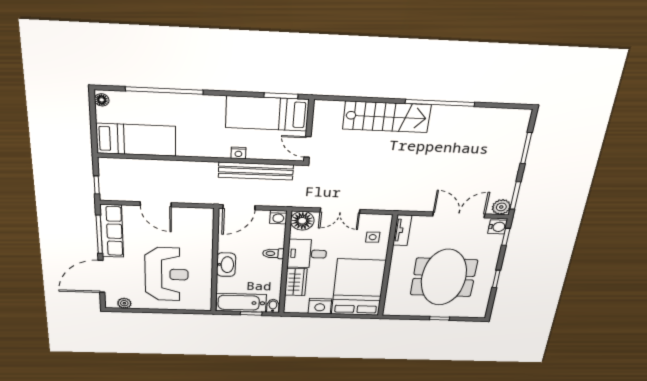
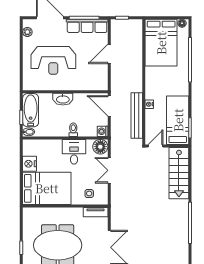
stairs: (387, 117) -> (179, 173), moved
bed: (136, 140) -> (161, 43), width x1.50
wardrobe: (296, 282) -> (50, 146), removed

